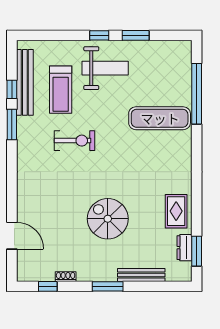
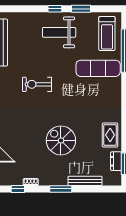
weight bench: (105, 68) -> (59, 32), turned 180
treadmill: (61, 90) -> (107, 34), moved
exercise bike: (74, 141) -> (37, 84), turned 180

